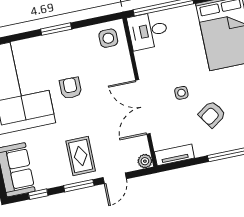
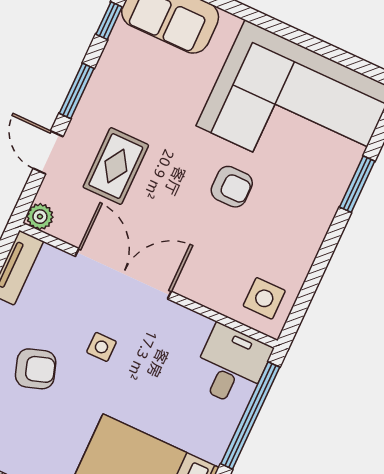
window: (56, 29) -> (357, 184), moved
armchair: (212, 114) -> (36, 369), turned 106
rug: (81, 156) -> (116, 166), moved, turned 90

